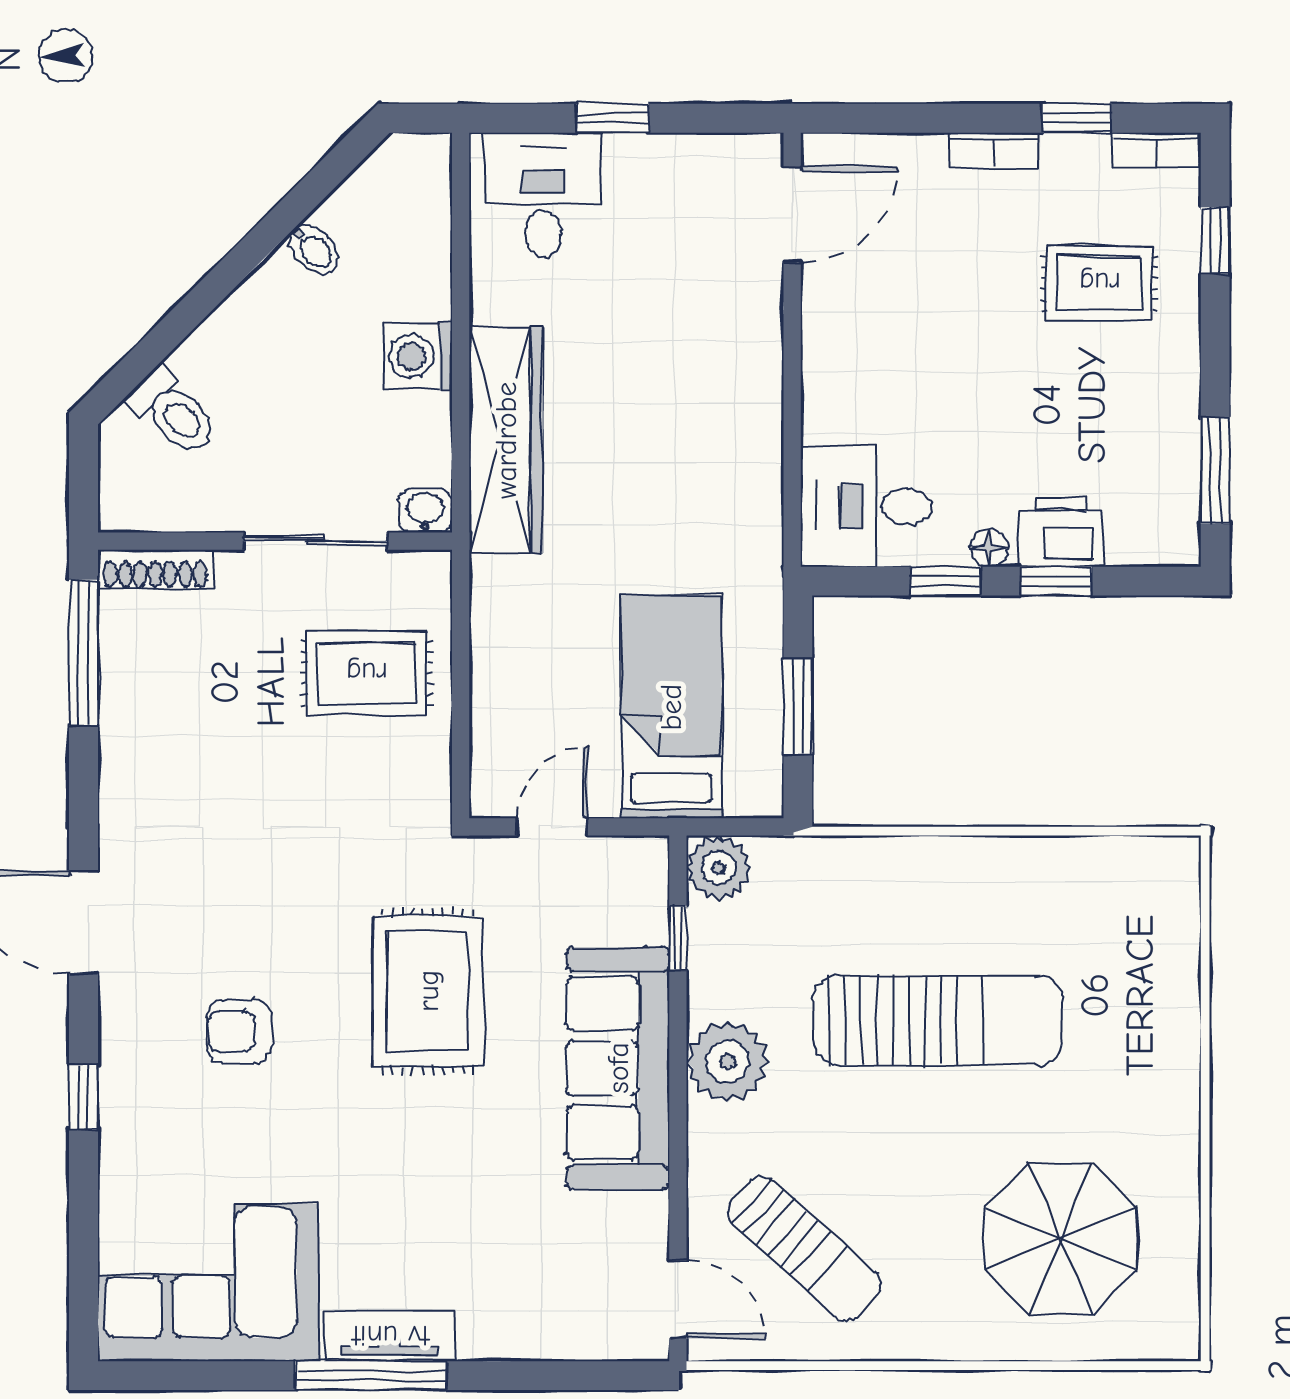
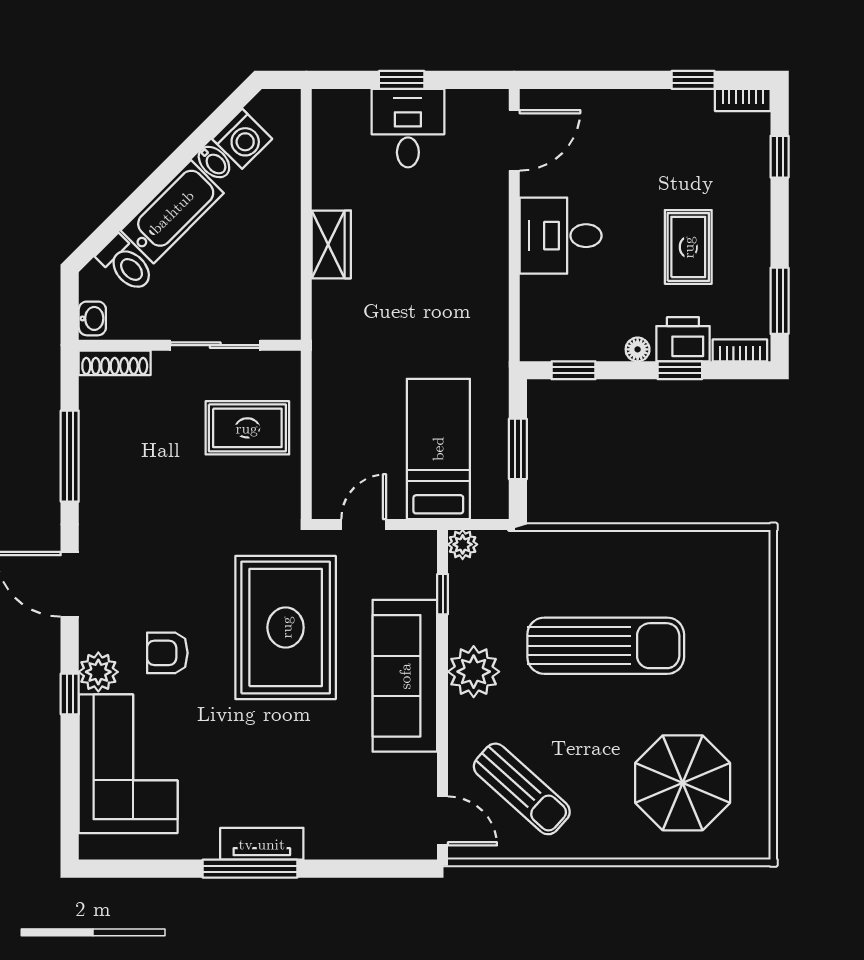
bookcase: (994, 150) -> (740, 350), moved, turned 180
desk: (543, 195) -> (408, 128), moved
rug: (1100, 283) -> (688, 247), moved, turned 90
bathtub: (247, 328) -> (172, 212), added
washing machine: (418, 356) -> (242, 139), moved, turned -135
wardrobe: (506, 440) -> (331, 244), width x0.48, depth x0.85
desk: (866, 506) -> (561, 236), moved
washbasin: (425, 511) -> (92, 318), moved, turned 90
window: (946, 581) -> (574, 370), moved
window: (83, 652) -> (70, 456), moved
plant: (719, 868) -> (463, 544), width x0.73, depth x0.73
rug: (428, 991) -> (286, 627), width x1.37, depth x1.44
plant: (129, 1062) -> (98, 672), added
corner sofa: (208, 1282) -> (128, 764), moved, turned 90

